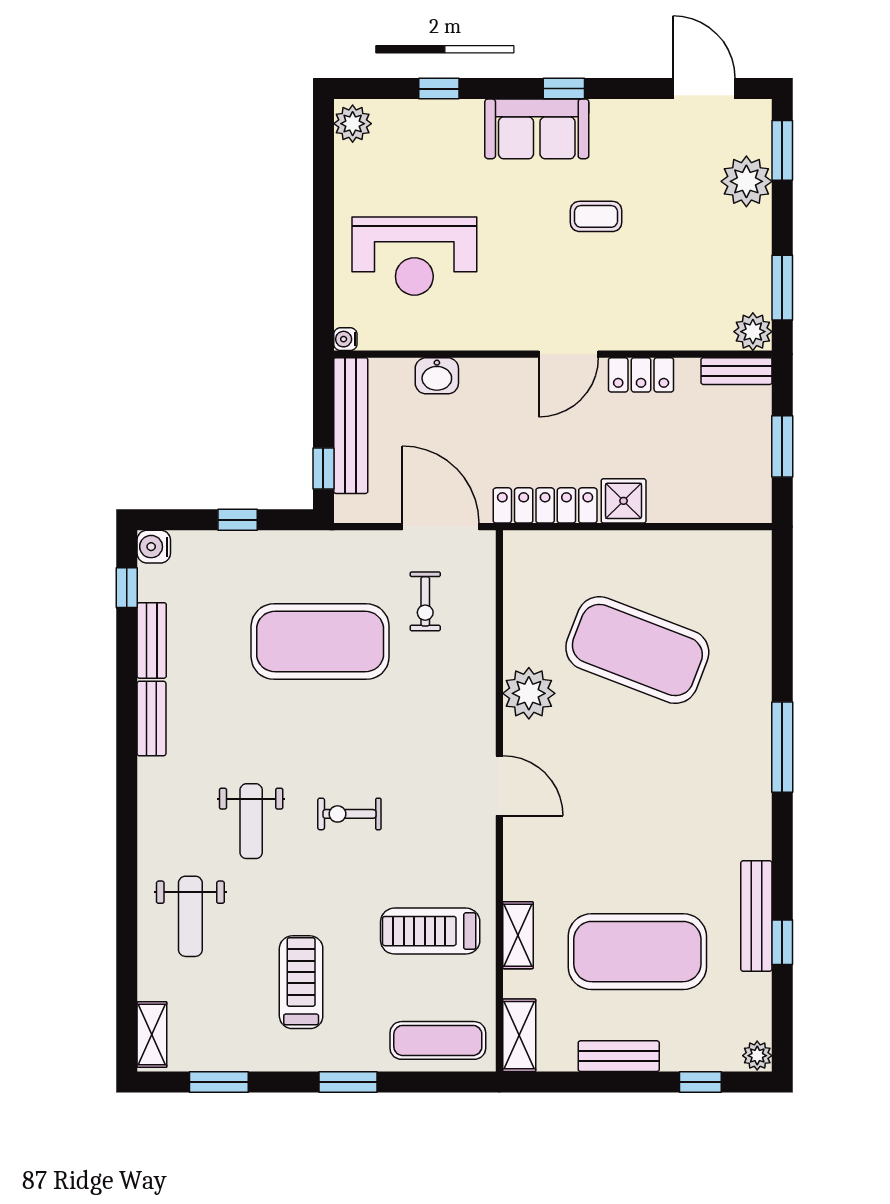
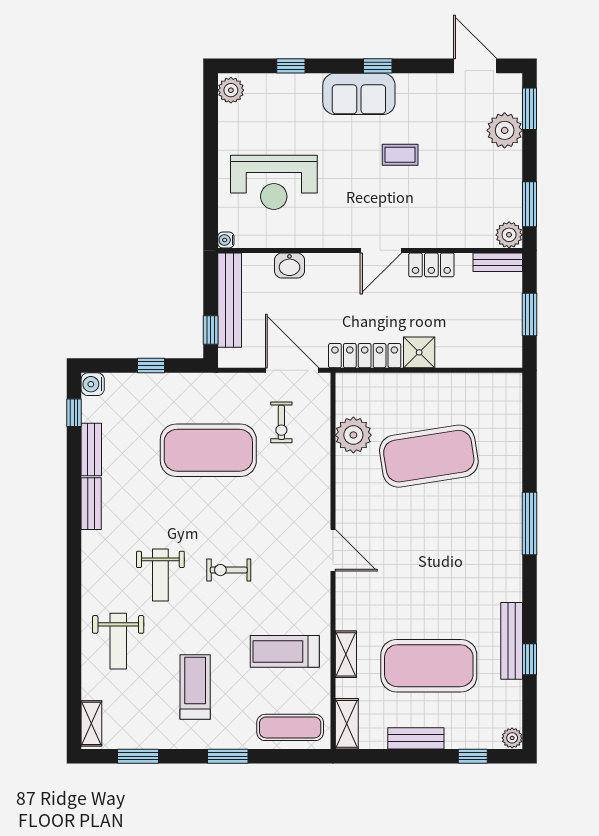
exercise mat: (637, 650) -> (429, 456), turned -30
plant: (529, 693) -> (353, 435), moved

